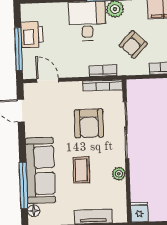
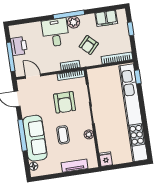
window: (24, 185) -> (22, 135), moved

